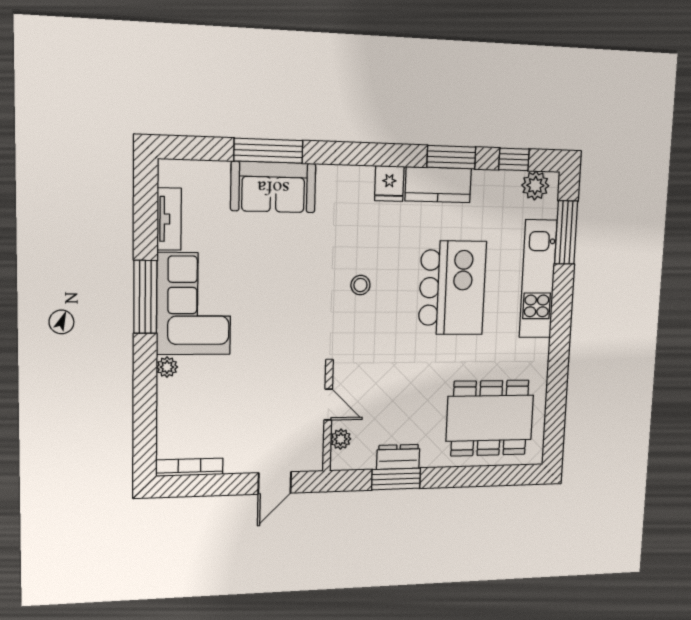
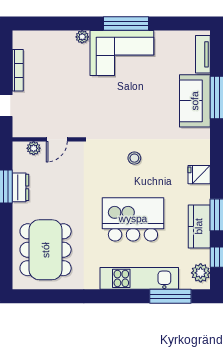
kitchen counter: (438, 185) -> (199, 226), moved
tv unit: (169, 219) -> (203, 54), moved, turned 90
kitchen island: (452, 288) -> (133, 219), turned 180
bookcase: (189, 467) -> (18, 70), moved

